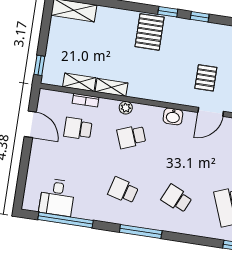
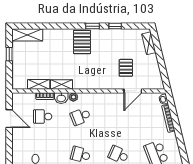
window: (39, 65) -> (9, 54), moved
washbasin: (173, 116) -> (61, 98), moved

